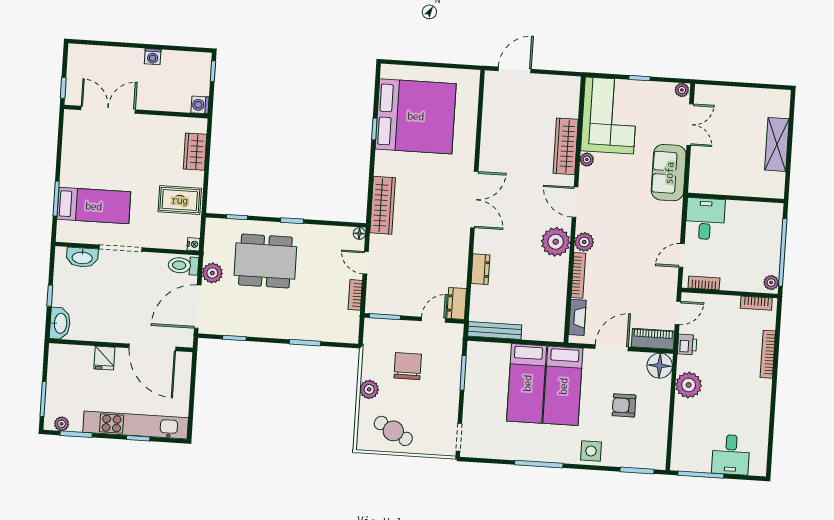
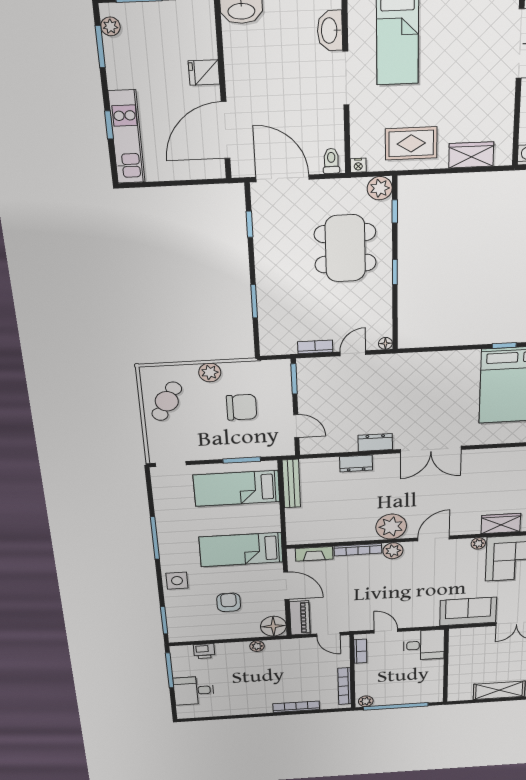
wardrobe: (566, 146) -> (501, 523), width x0.67
rug: (180, 200) -> (411, 143), turned 90
wardrobe: (383, 205) -> (419, 363), removed
toilet: (183, 265) -> (331, 161), width x0.73, depth x0.72
plant: (212, 273) -> (380, 188), moved
dresser: (457, 303) -> (375, 442), moved
bookcase: (756, 303) -> (344, 686), width x1.56
printer: (687, 344) -> (204, 651), moved
bed: (527, 383) -> (237, 488), moved
plant: (689, 385) -> (257, 646), width x0.53, depth x0.53
kitchen unit: (136, 425) -> (127, 137), width x0.73

